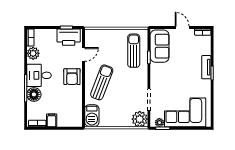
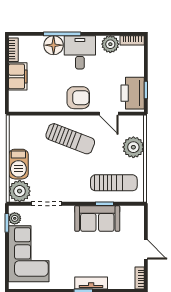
door: (182, 28) -> (146, 250), hinge flipped
plant: (108, 37) -> (133, 147), added
sofa: (160, 46) -> (97, 218), moved
armchair: (72, 77) -> (78, 98), turned 180
barbecue: (92, 116) -> (18, 164), moved, turned -90
filing cabinet: (52, 120) -> (18, 76), width x2.00

